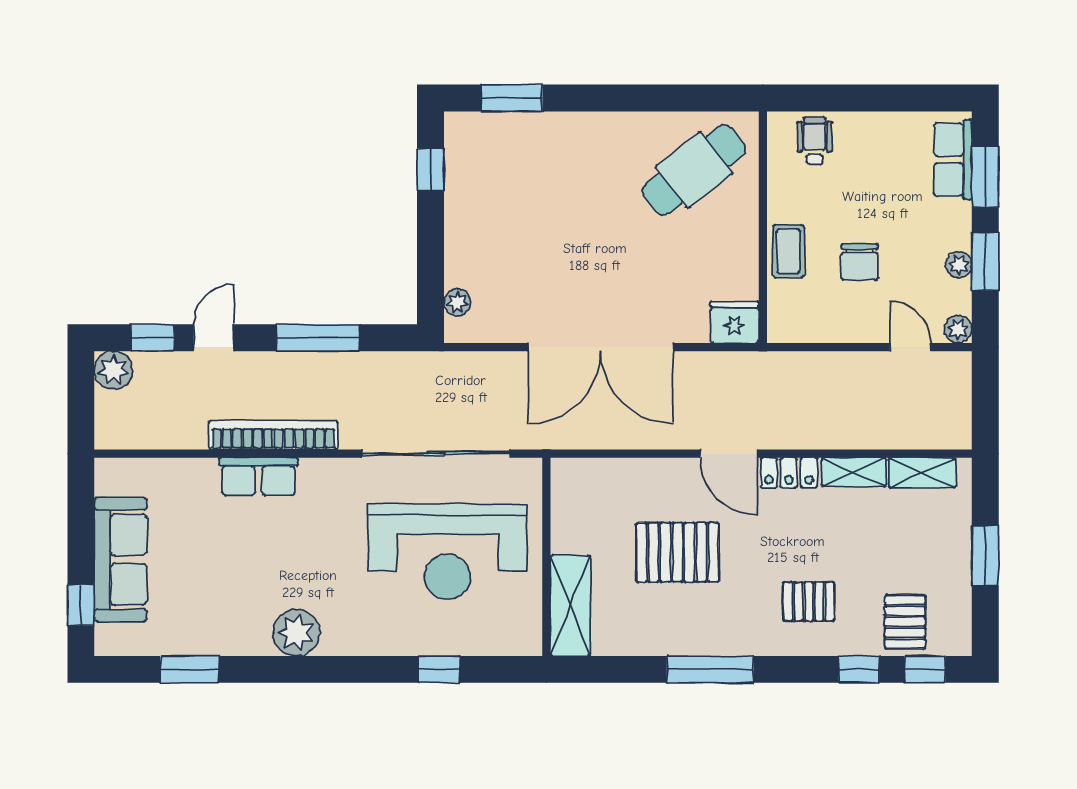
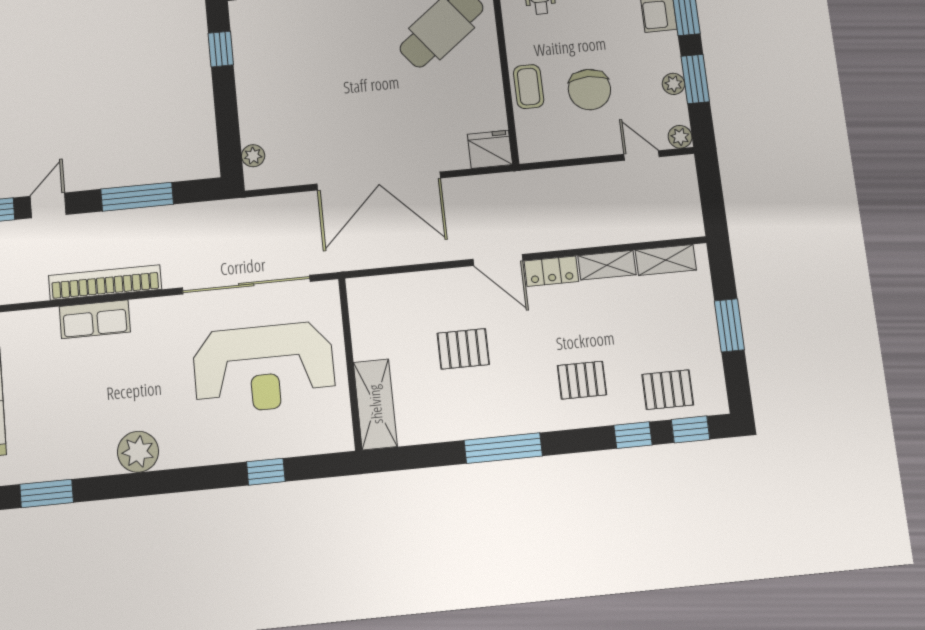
chair: (859, 262) -> (589, 89), width x1.37, depth x1.37
pallet: (677, 552) -> (463, 349), width x0.67, depth x0.71
pallet: (905, 622) -> (668, 390), turned 90

